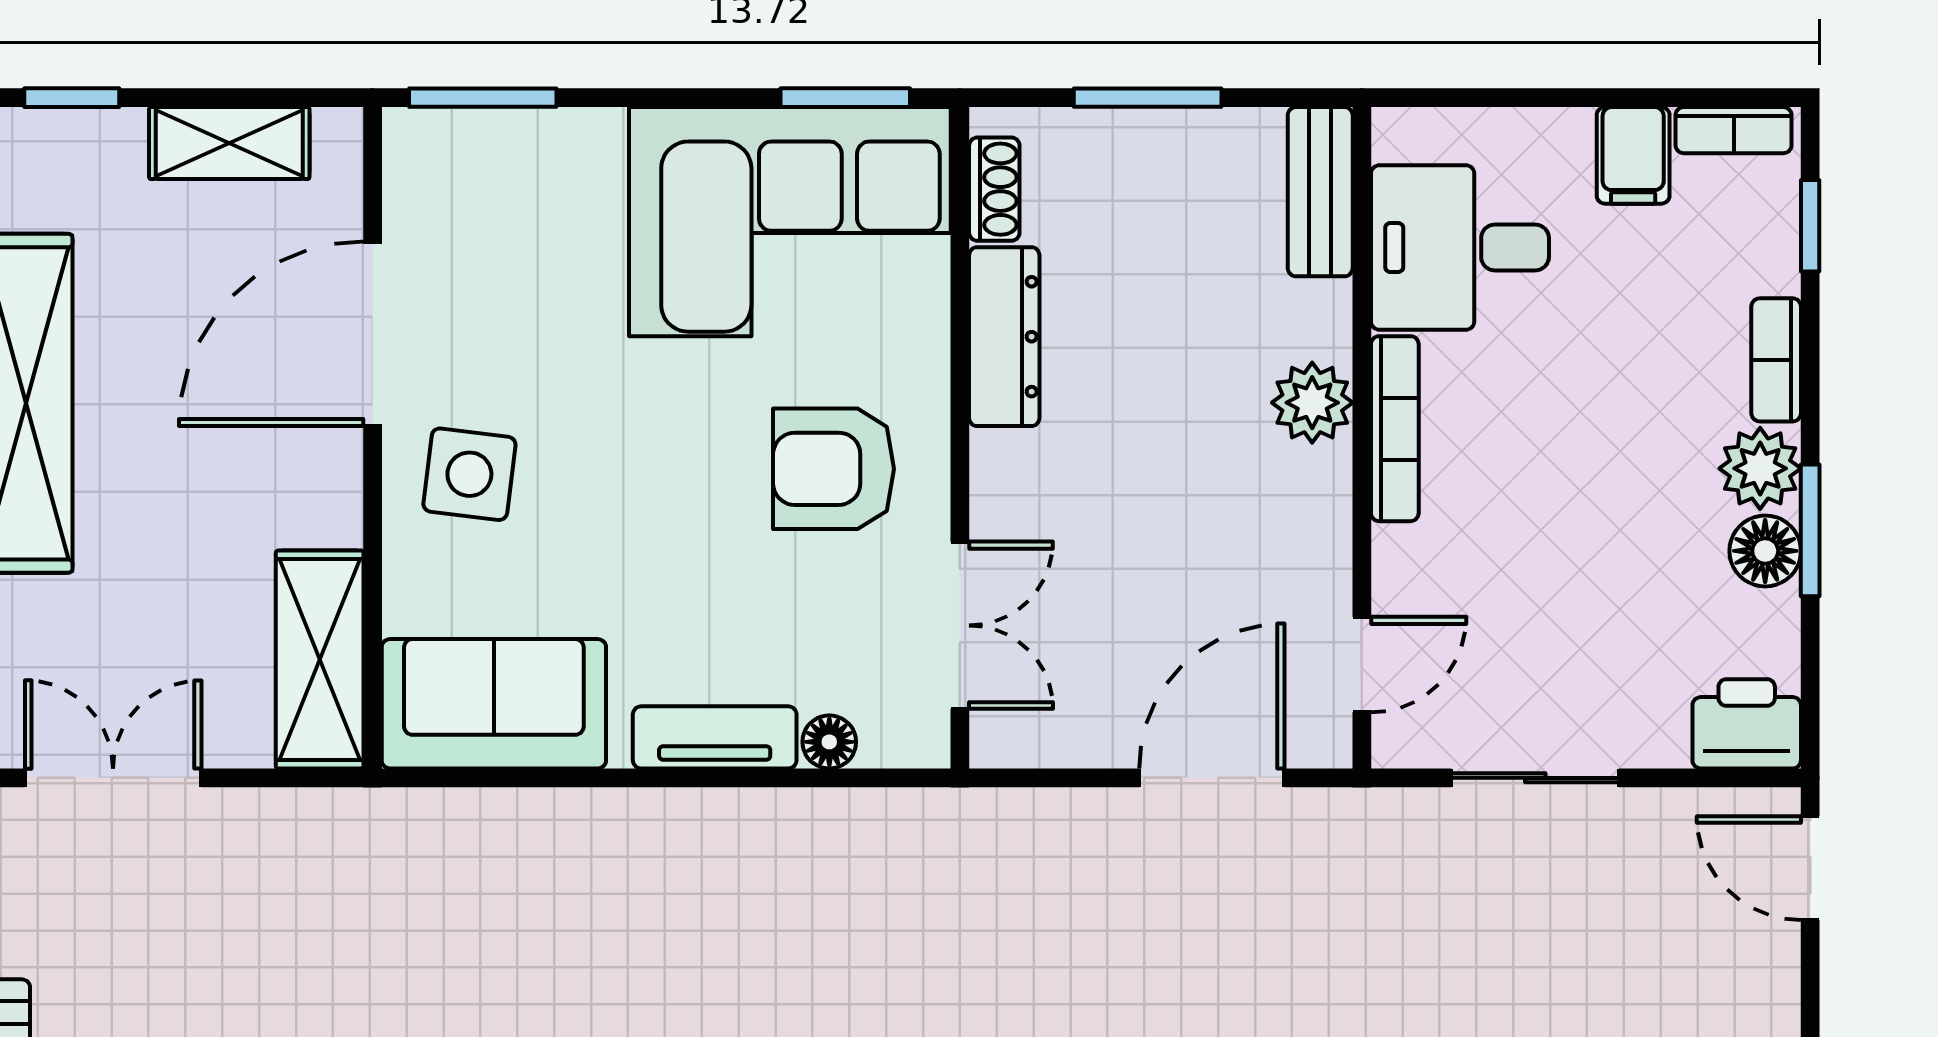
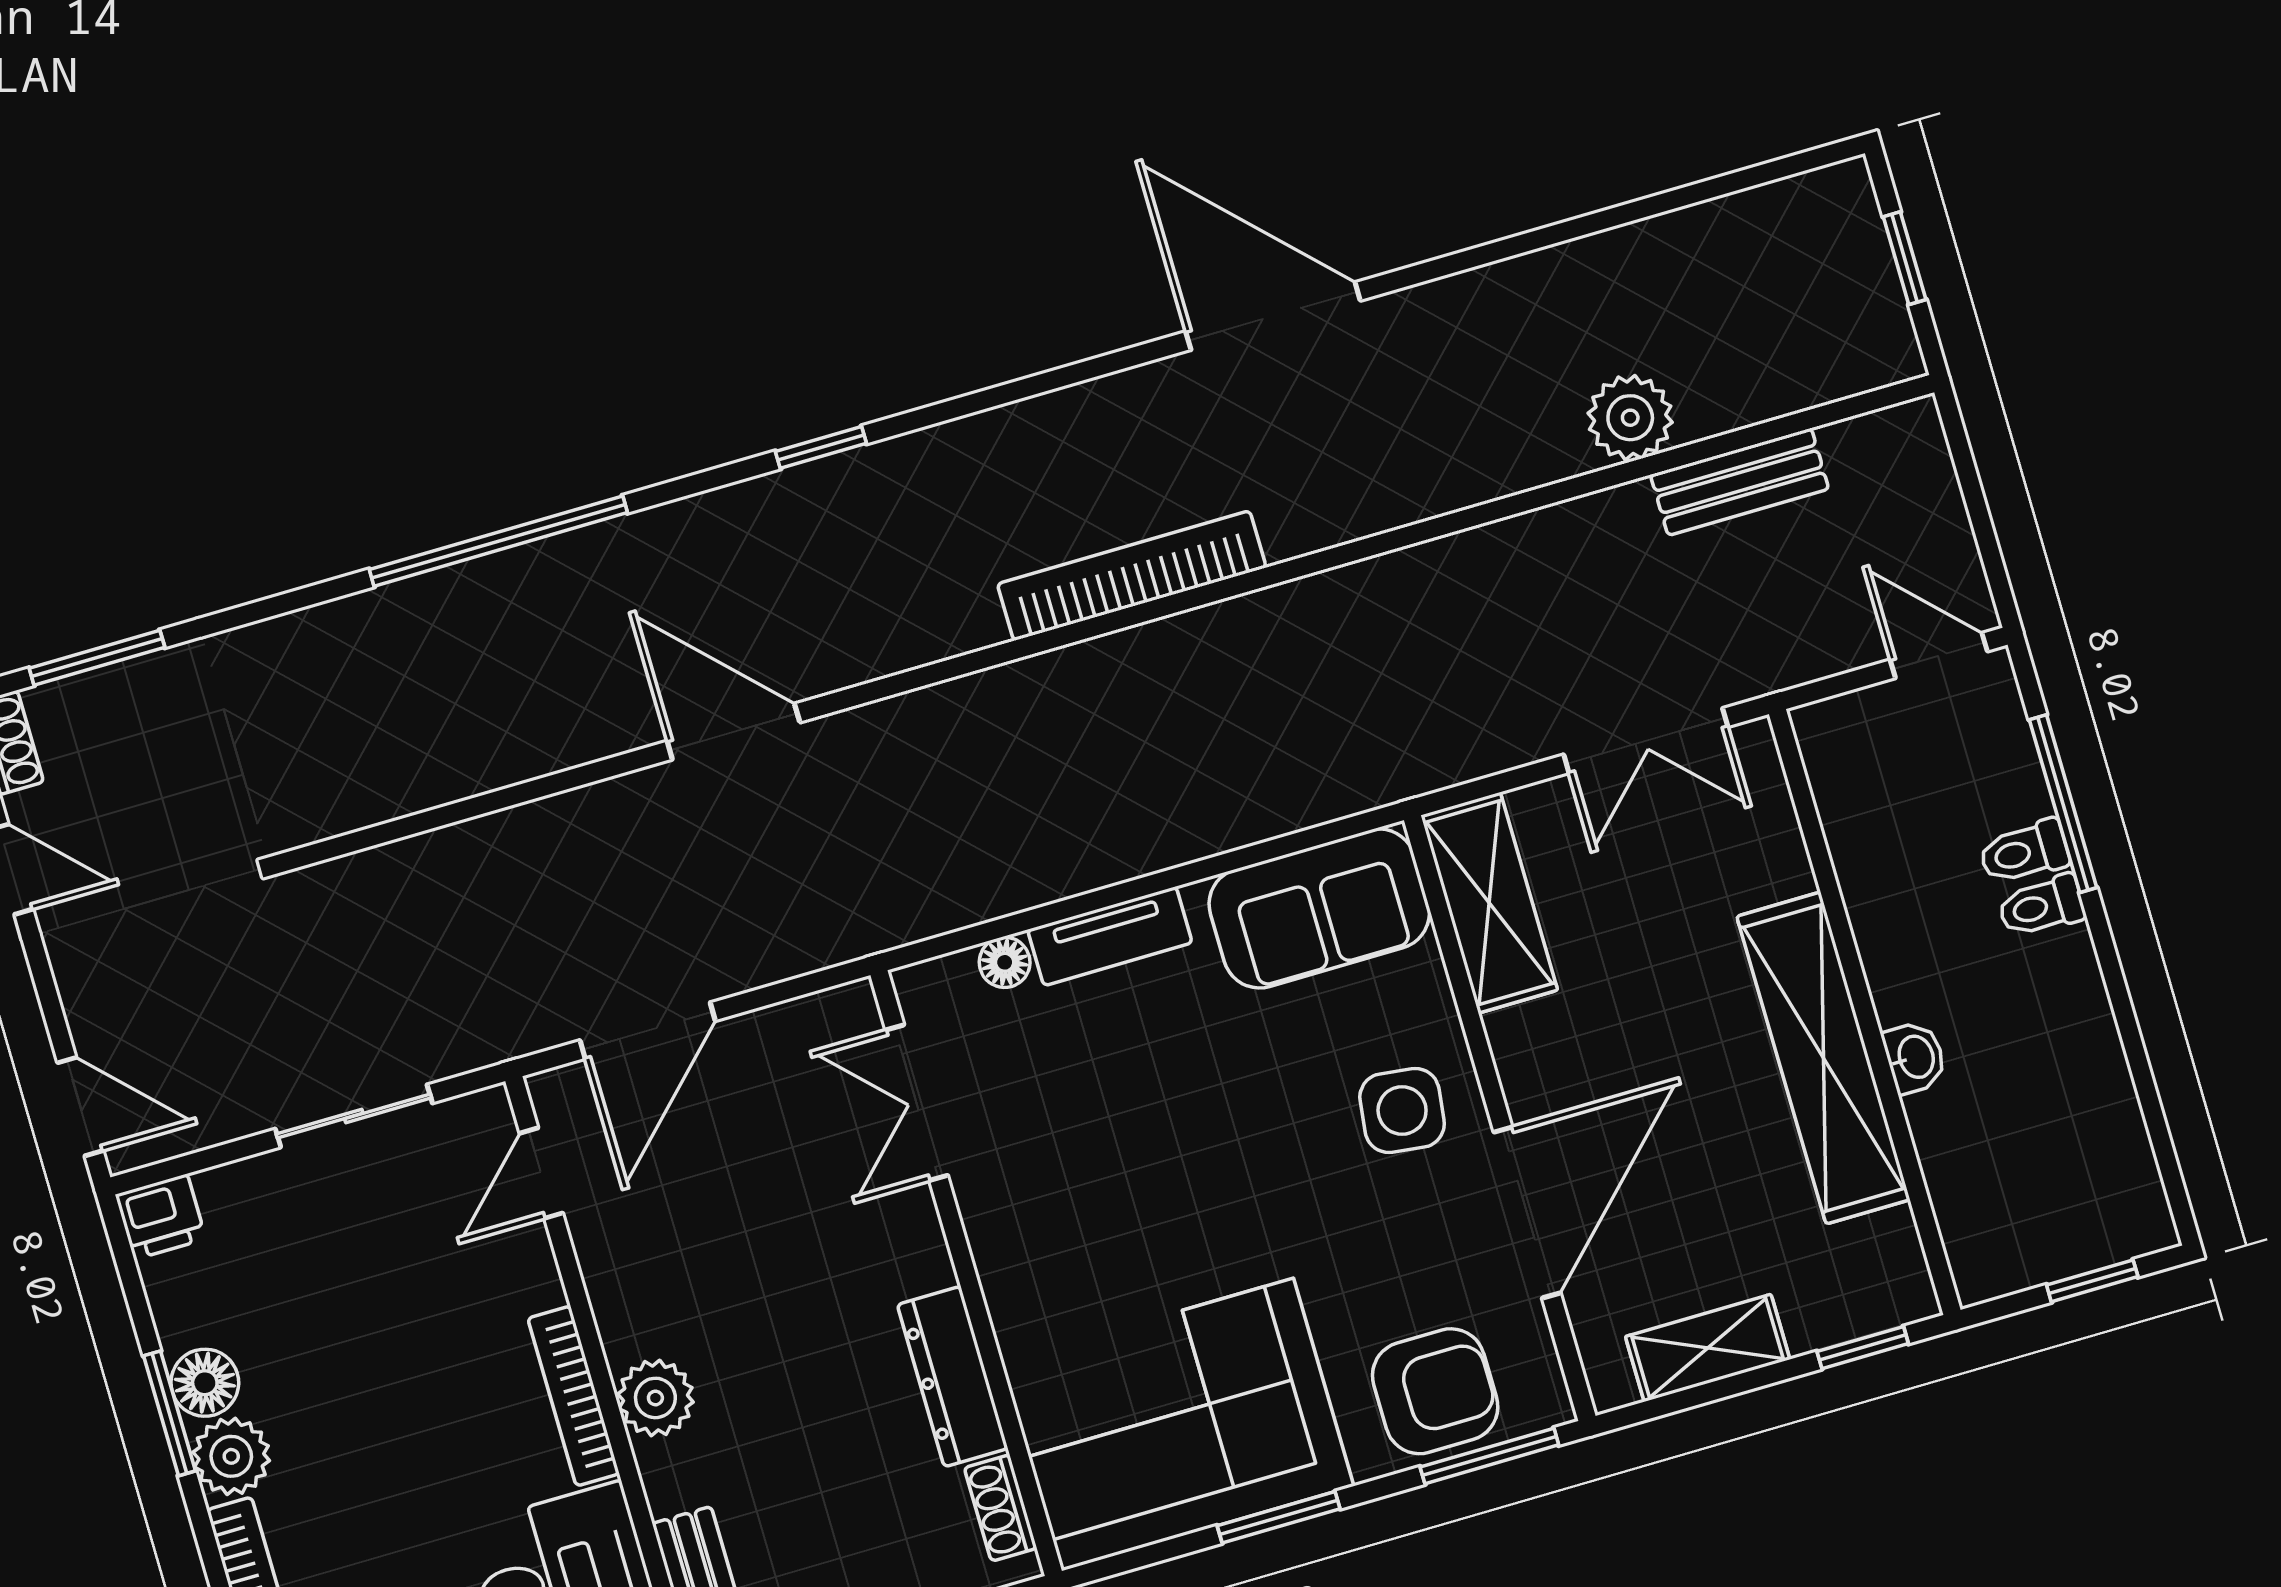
window: (845, 98) -> (1279, 1517), moved
armchair: (834, 469) -> (1435, 1391), moved
printer: (1747, 724) -> (161, 1217), width x0.73, depth x0.81

